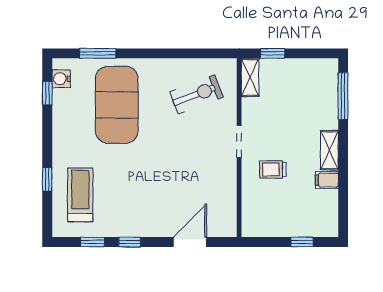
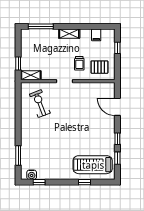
exercise mat: (117, 105) -> (45, 145), removed
filing cabinet: (327, 180) -> (96, 35), moved
treadmill: (80, 195) -> (93, 165), width x1.37, depth x1.38
pallet: (266, 208) -> (99, 67), added

